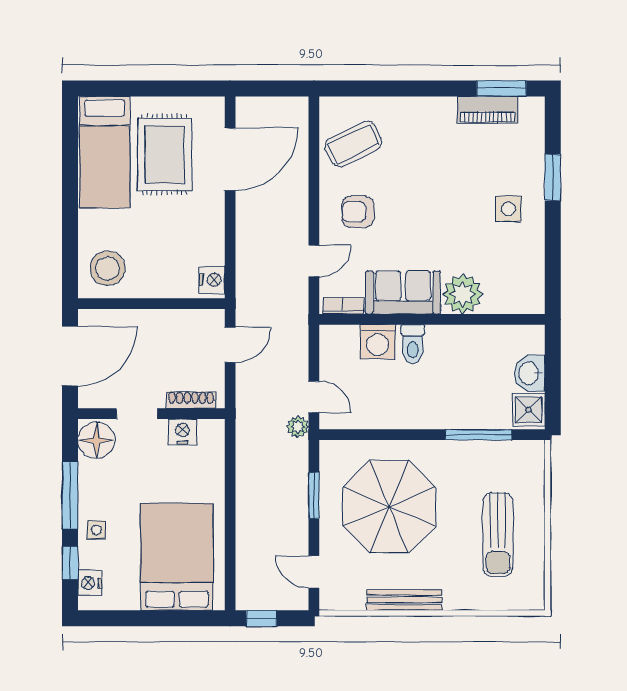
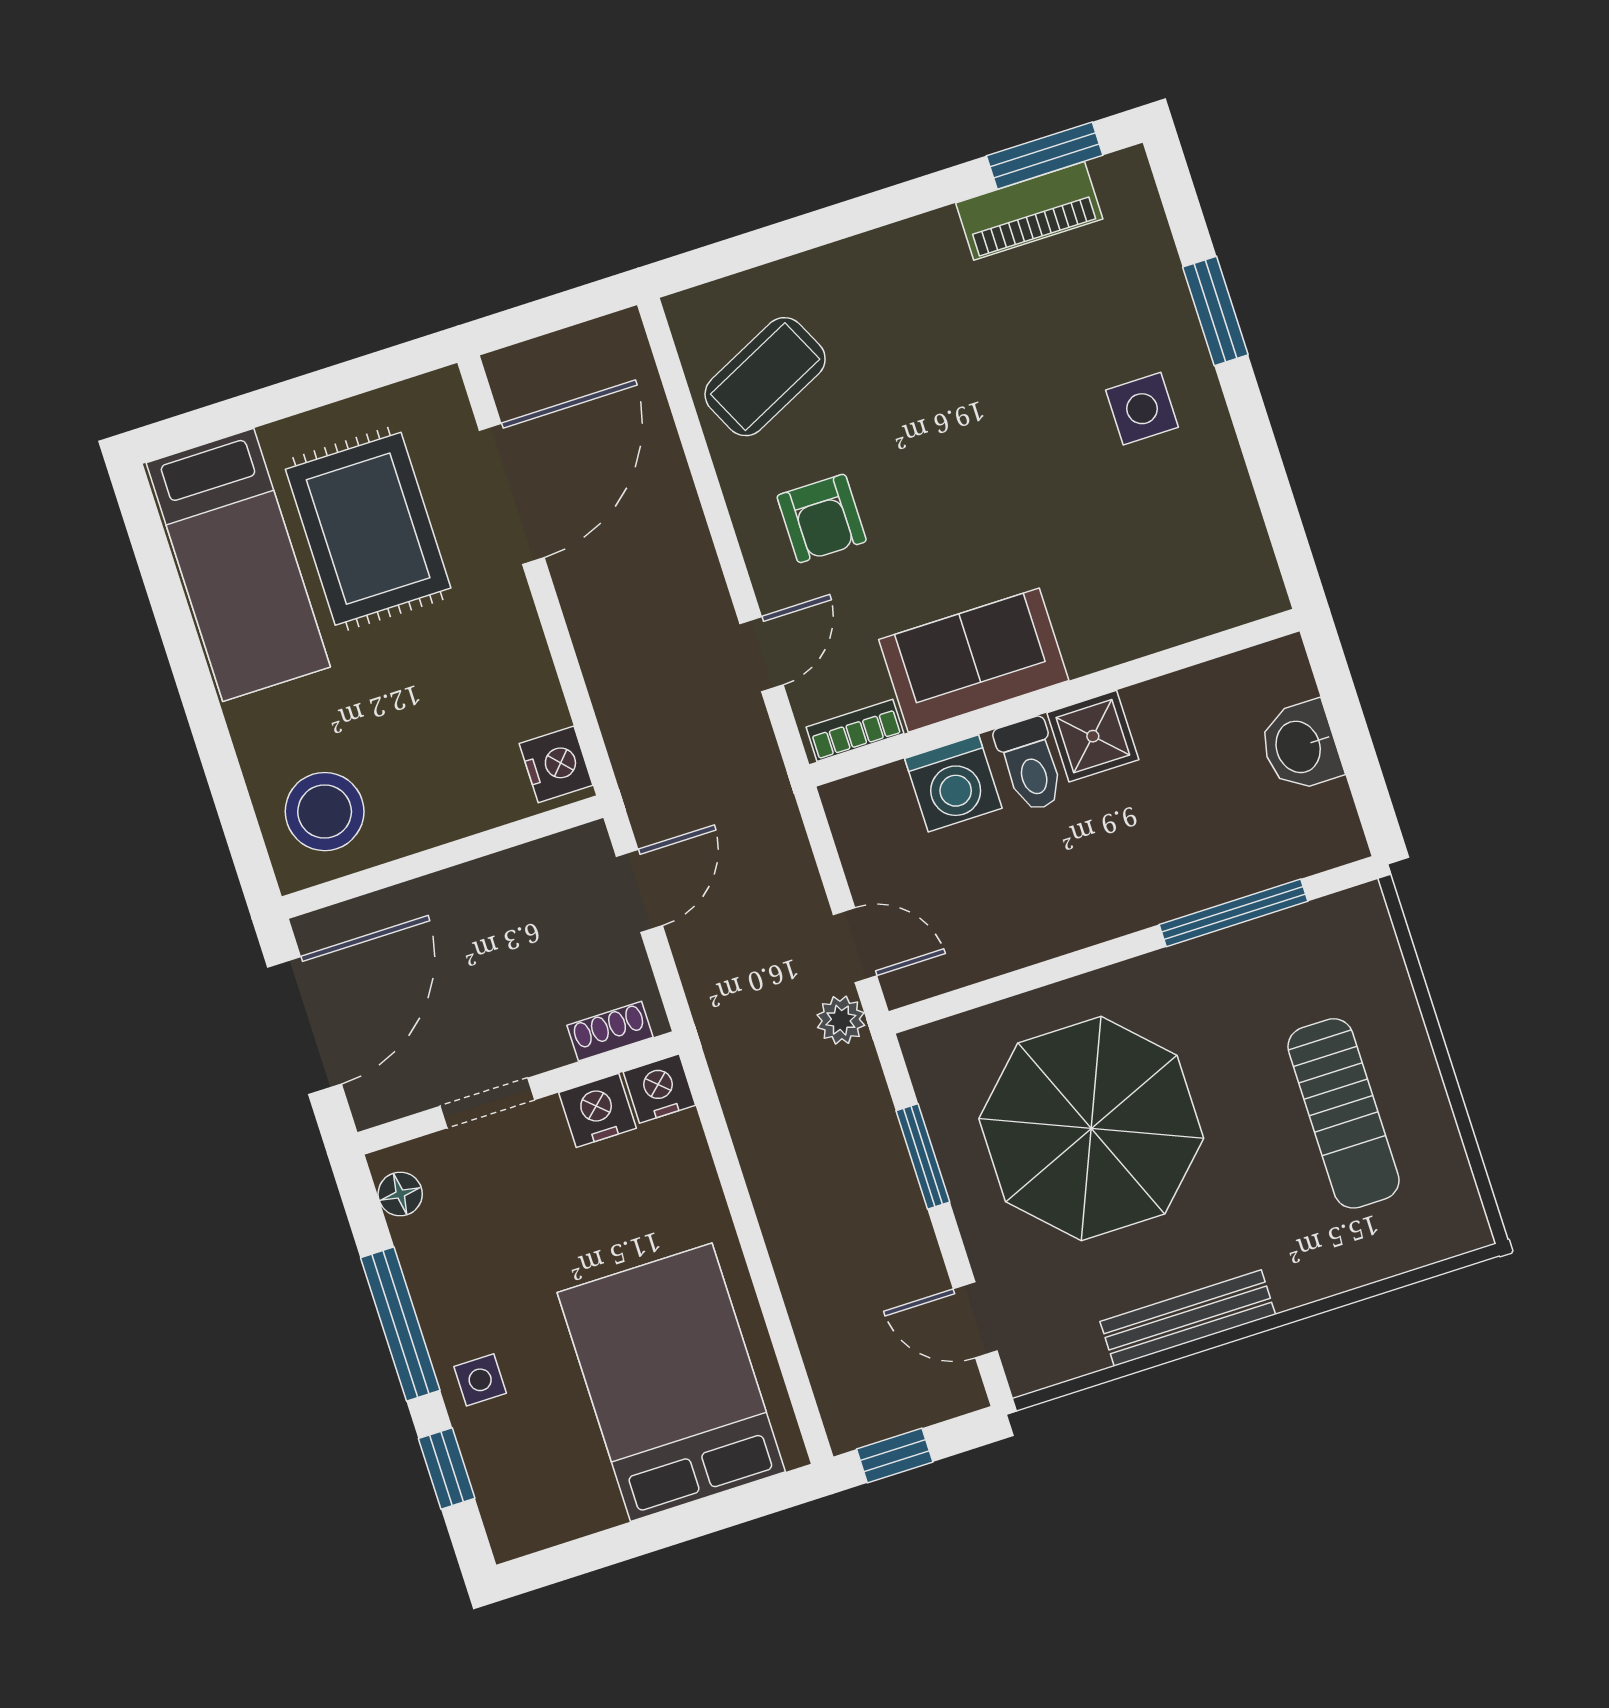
armchair: (358, 212) -> (822, 518), turned -90
plant: (463, 294) -> (1103, 622), removed
shoe rack: (191, 400) -> (610, 1031), width x0.70
shower: (529, 410) -> (1093, 736), moved
floor lamp: (96, 440) -> (400, 1194), width x0.53, depth x0.53
nightstand: (90, 583) -> (659, 1089), moved, turned 90

